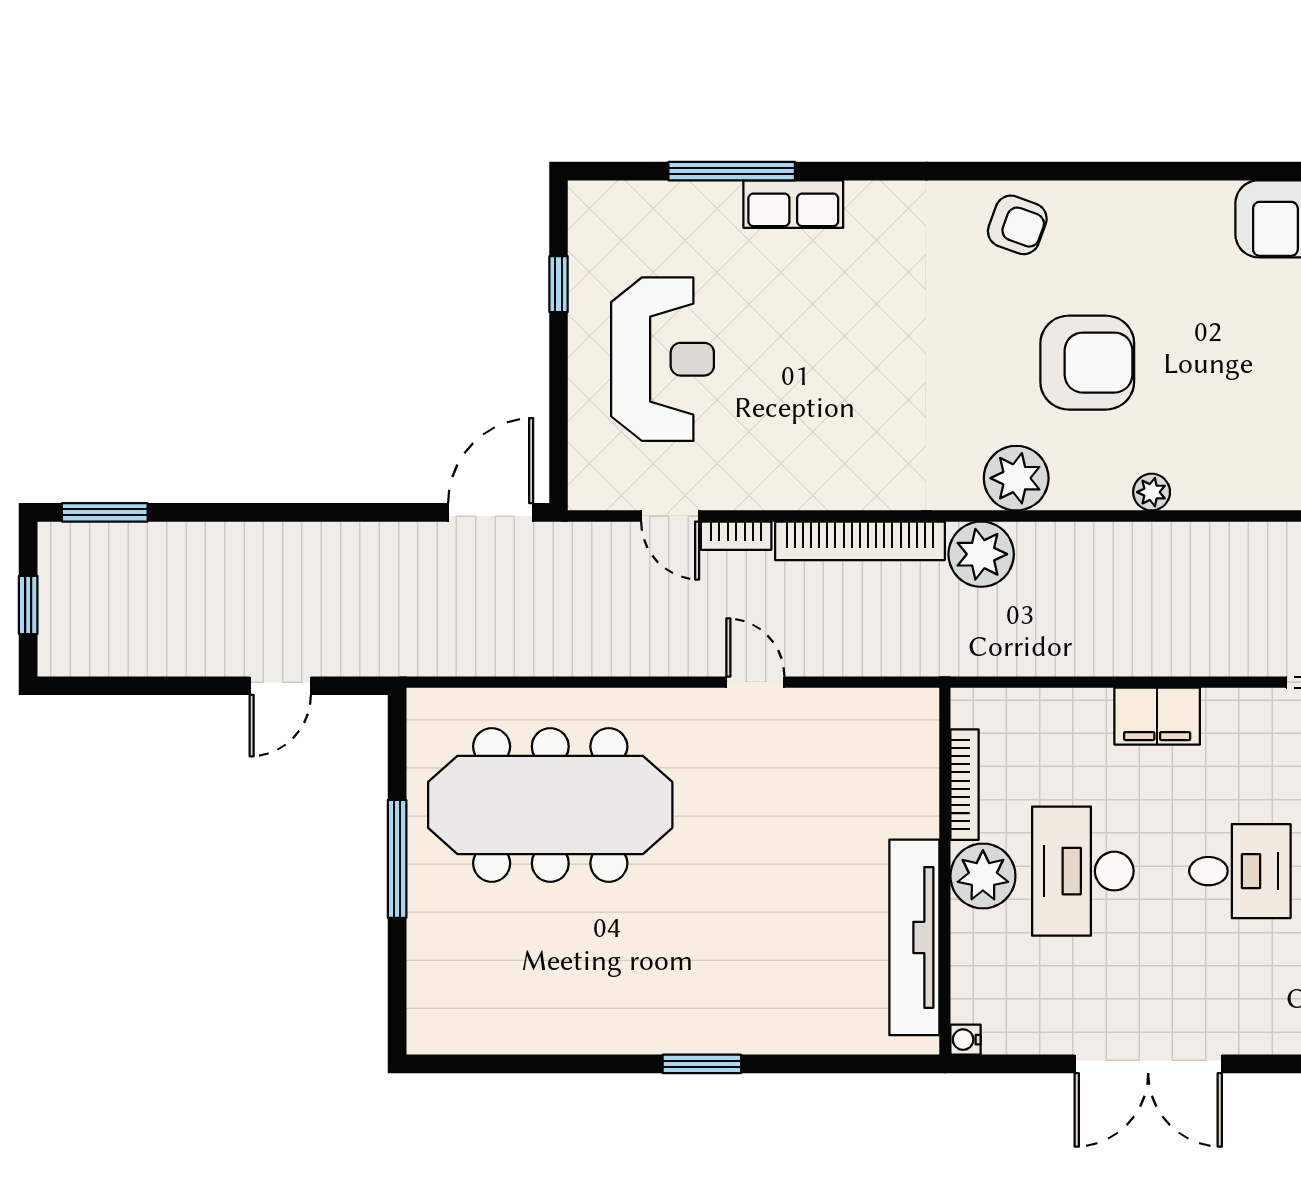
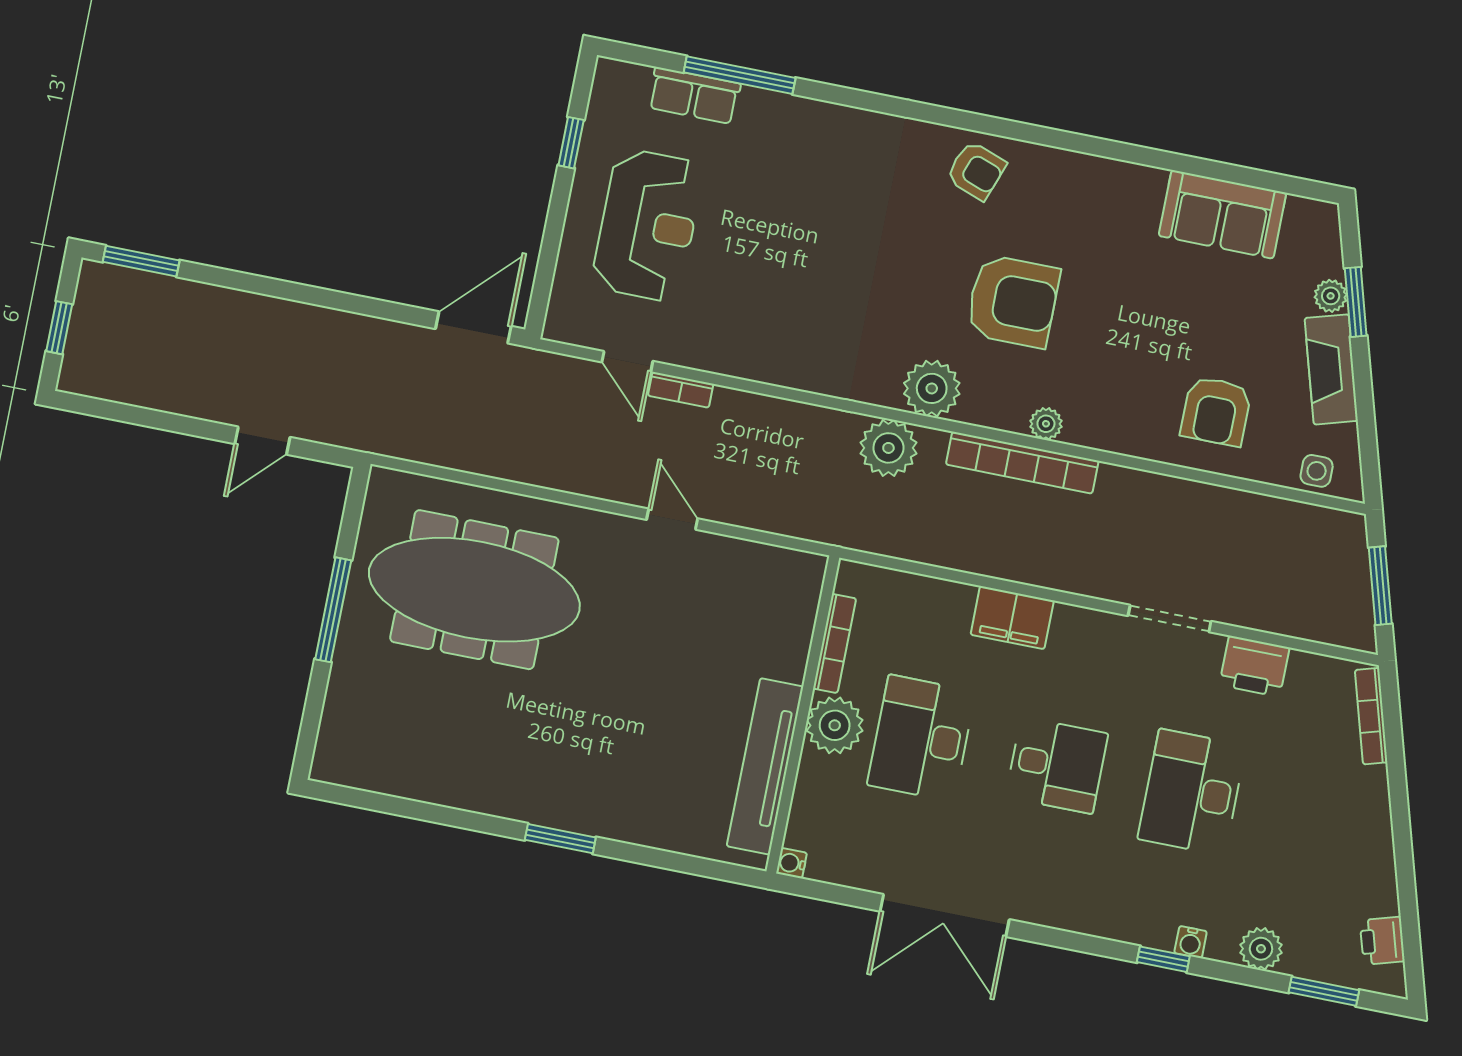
row of seats: (793, 204) -> (694, 96), moved
bookcase: (860, 541) -> (1022, 463), moved

